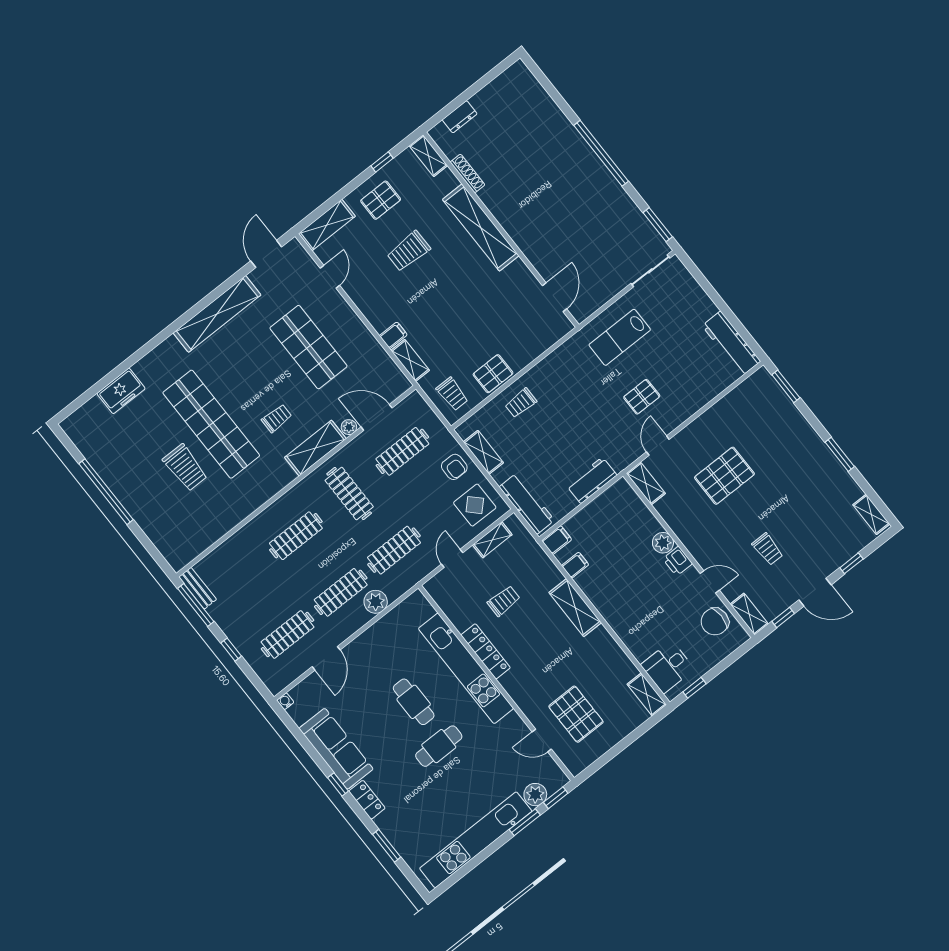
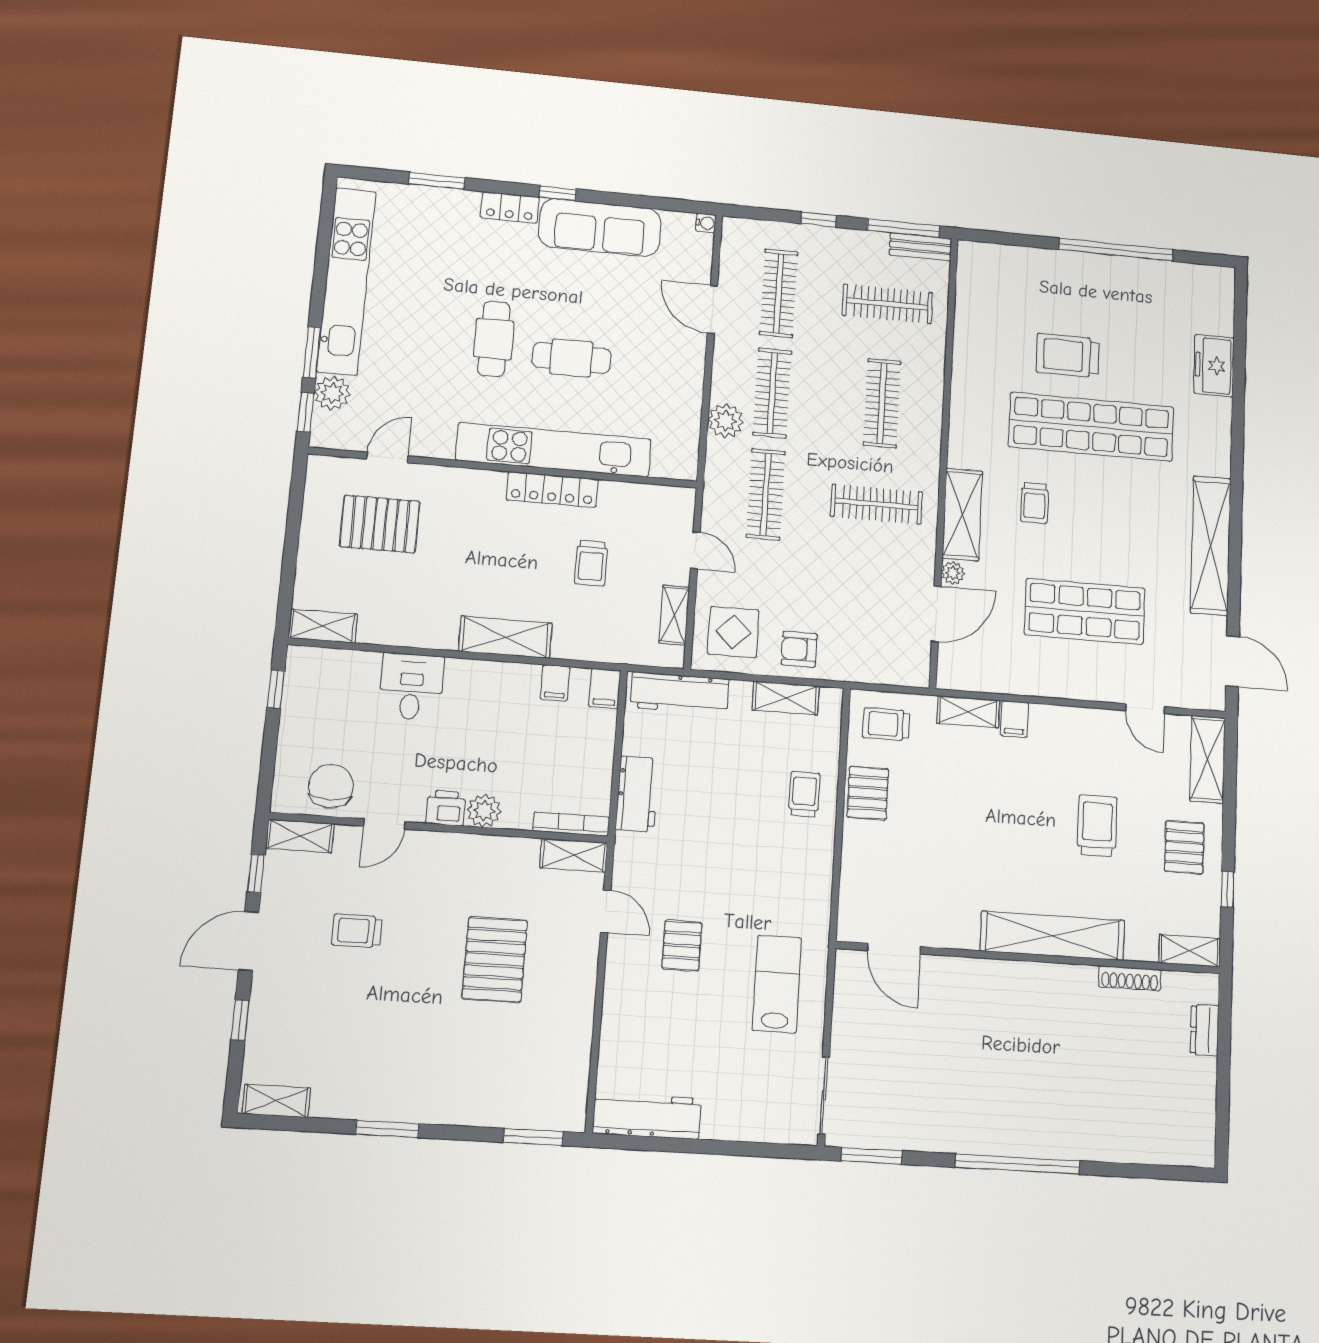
clothes rail: (402, 451) -> (887, 304), moved, turned 90
bookcase: (633, 498) -> (571, 824), added
desk: (668, 667) -> (411, 687), moved

